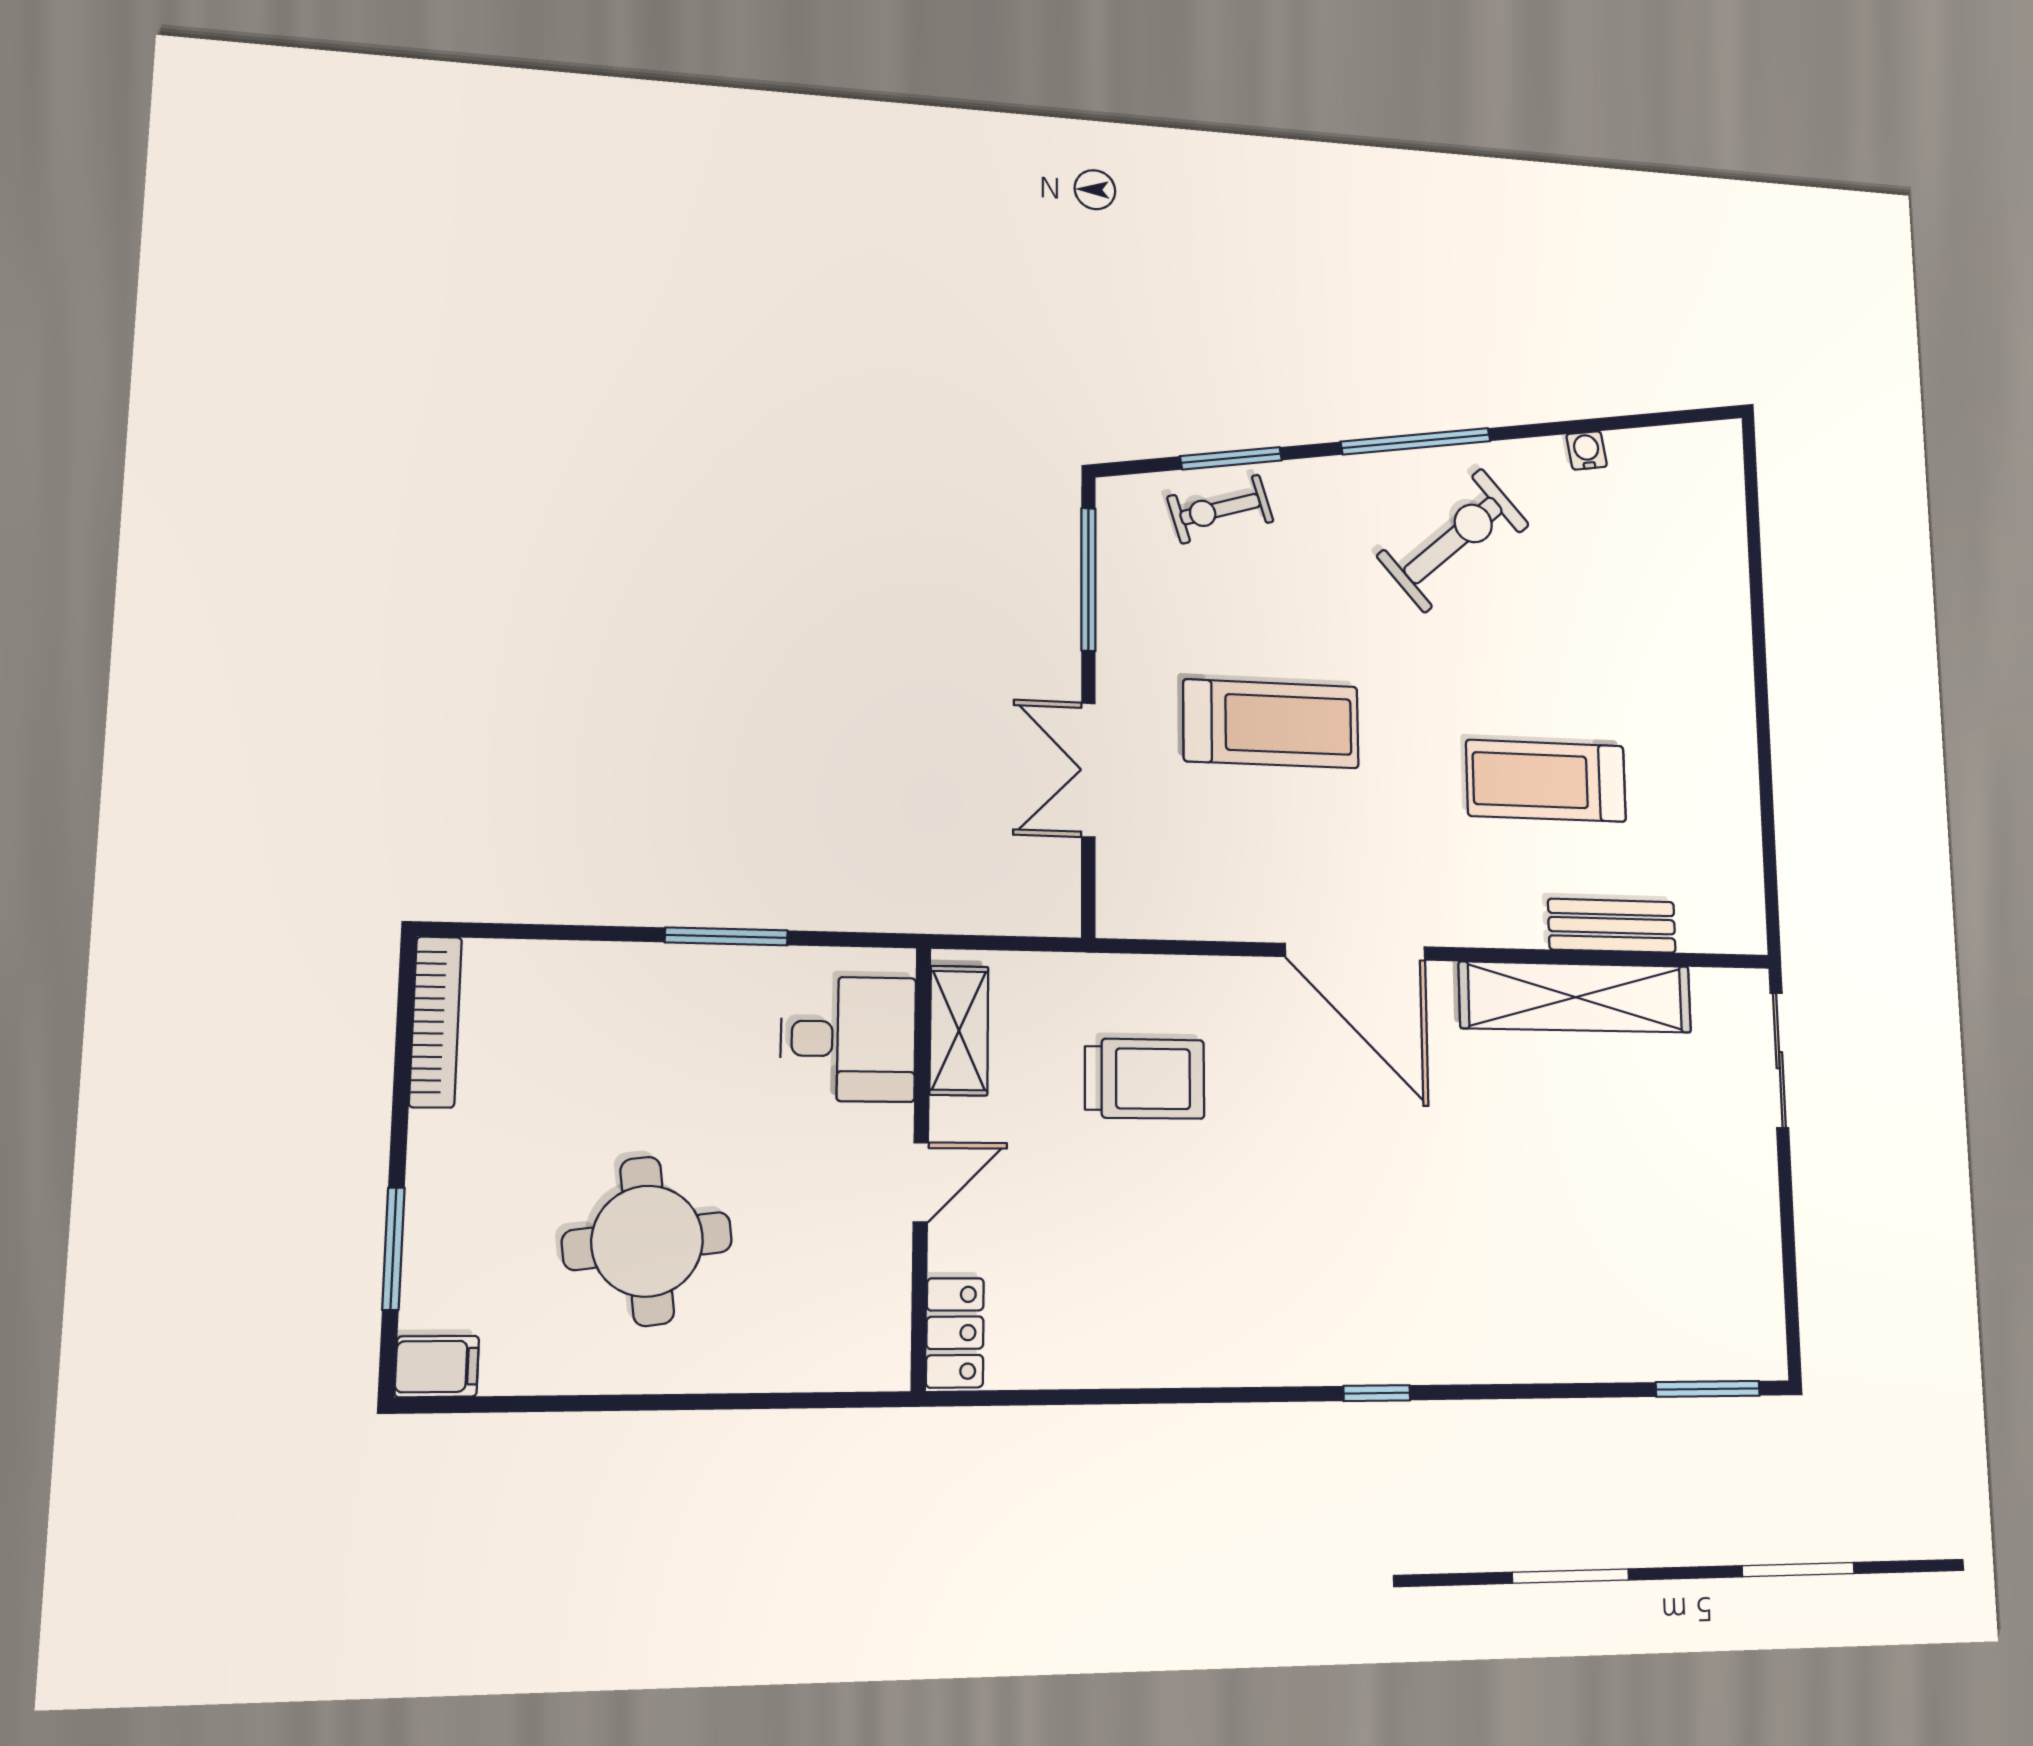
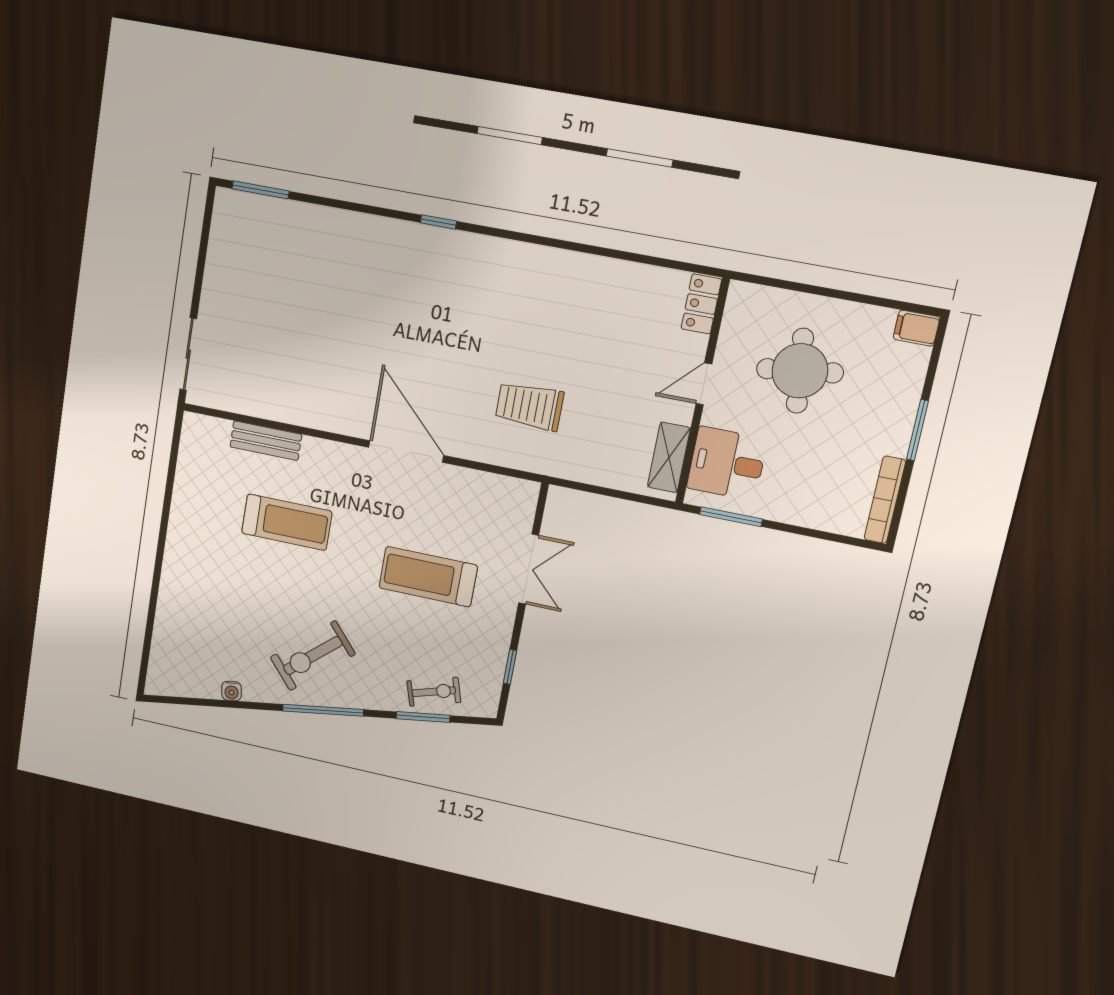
window: (1088, 579) -> (510, 667), width x0.46
shelving: (1576, 997) -> (293, 407), removed
shelving: (959, 1031) -> (669, 457), moved
desk: (848, 1039) -> (727, 463), moved
wall: (921, 1166) -> (702, 392), moved
door: (921, 1182) -> (704, 384), moved
window: (393, 1249) -> (917, 430), moved
locker: (955, 1333) -> (701, 304), moved

